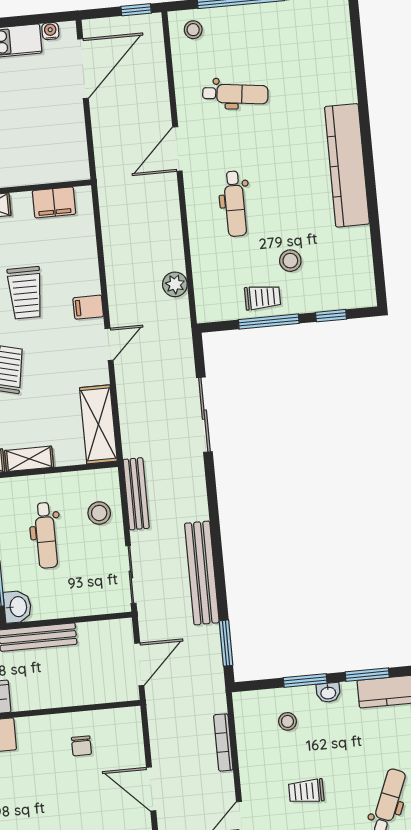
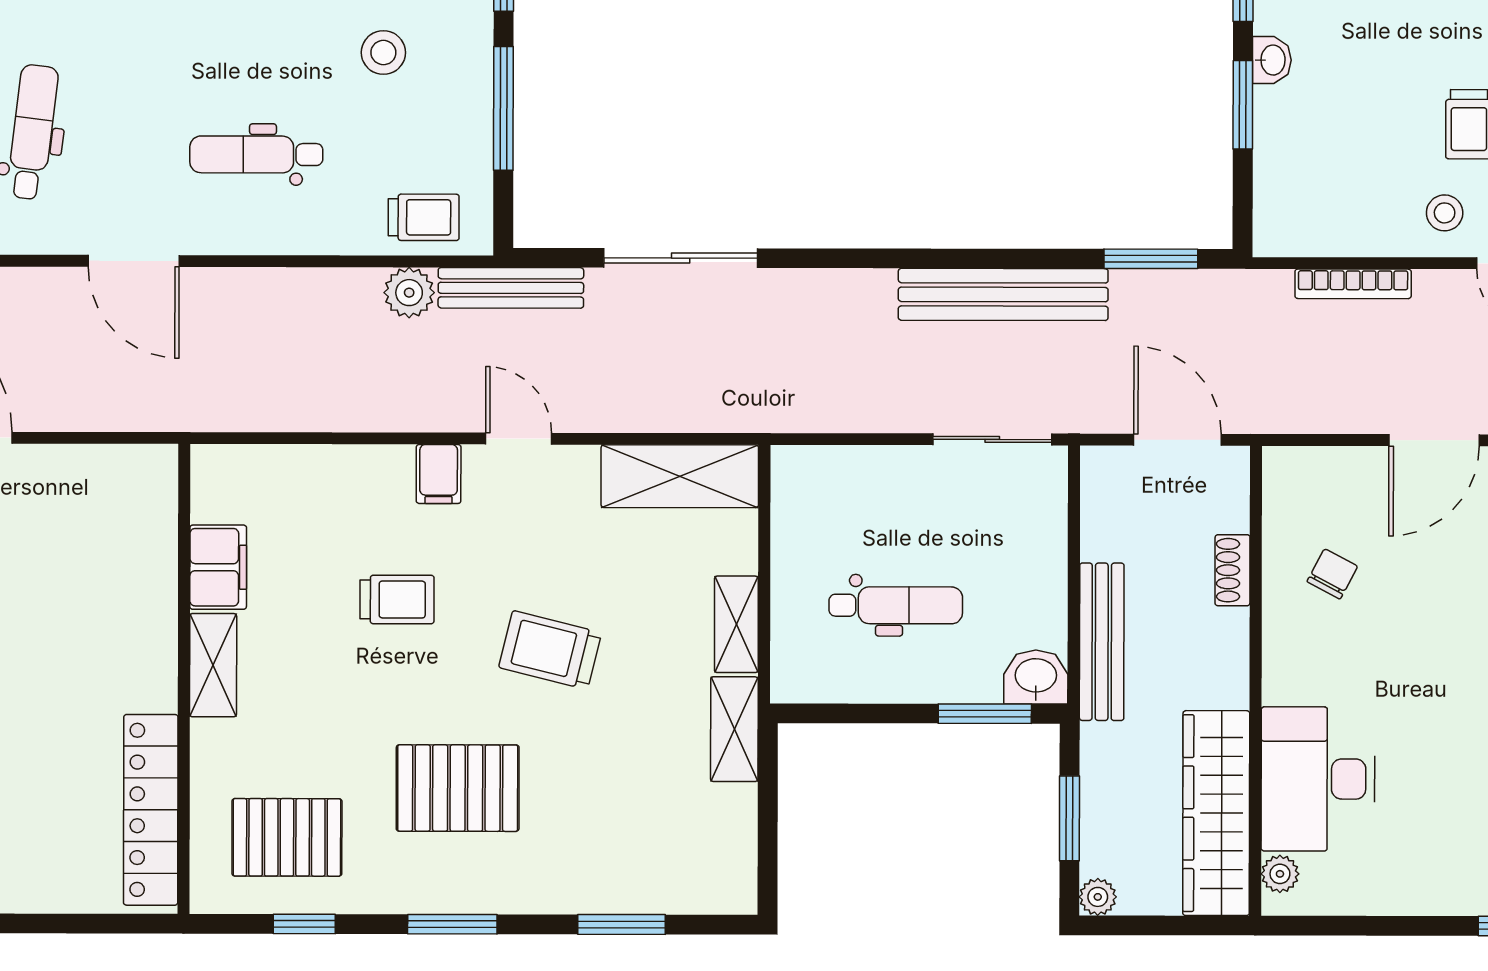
filing cabinet: (54, 202) -> (218, 567), moved
dental chair: (235, 204) -> (256, 154), turned 180
trolley: (25, 293) -> (397, 599), width x0.73, depth x0.72
trolley: (263, 297) -> (424, 217), moved, turned 90
bench: (136, 494) -> (511, 288), moved
stool: (99, 513) -> (861, 492), removed
shoe rack: (79, 697) -> (1233, 570), added
stool: (287, 721) -> (1445, 213), moved
chair: (81, 746) -> (1332, 574), turned -62

